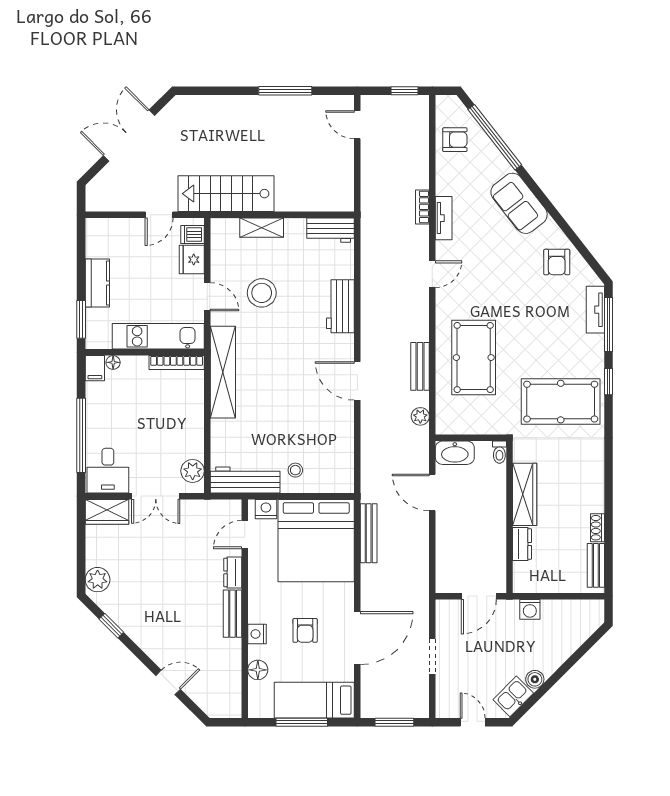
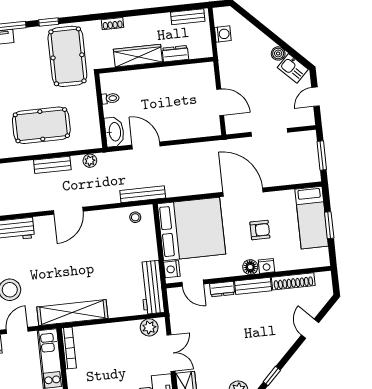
stool: (295, 470) -> (135, 217), moved
door: (432, 492) -> (146, 146), swing flipped
wardrobe: (525, 494) -> (138, 56), moved
wall: (509, 517) -> (156, 65), moved
shoe rack: (597, 528) -> (113, 24), moved
bench: (369, 533) -> (143, 194), moved
dresser: (522, 544) -> (175, 54), moved
washing machine: (530, 609) -> (223, 34), moved
door: (357, 638) -> (243, 192), moved
doorway: (432, 656) -> (269, 132), width x1.38
shoe rack: (233, 667) -> (293, 281), added
floor lamp: (258, 670) -> (250, 267), moved
window: (302, 722) -> (329, 225), width x0.69

